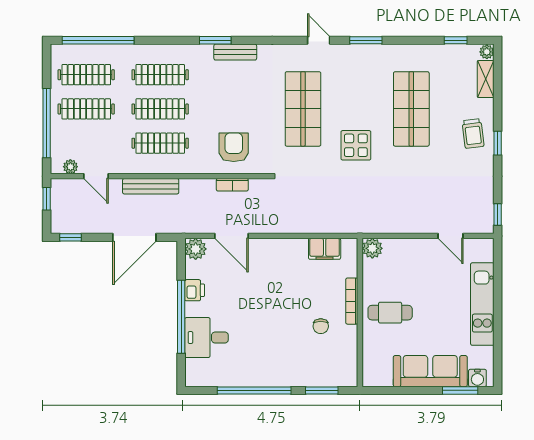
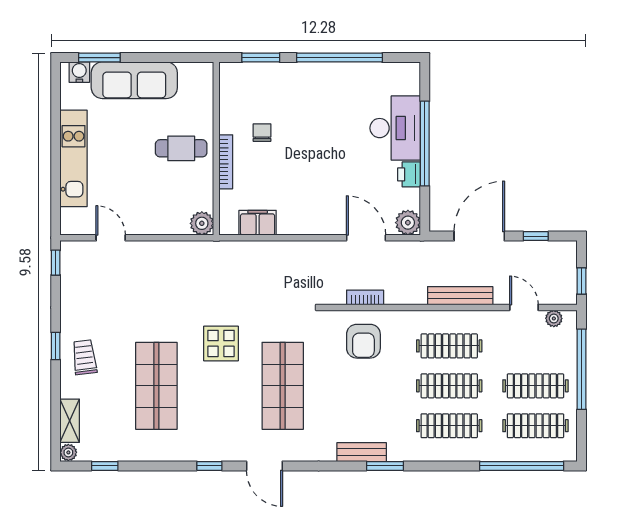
door: (319, 40) -> (264, 466), width x1.38
window: (366, 40) -> (209, 466), width x0.67
window: (71, 237) -> (536, 236), moved
desk: (206, 338) -> (395, 128), width x1.37

